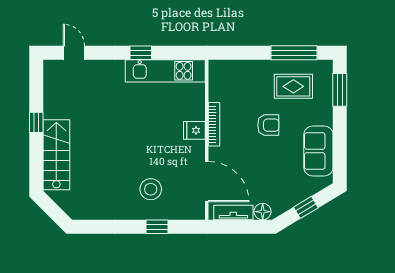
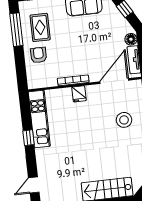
armchair: (268, 125) -> (39, 55), moved

